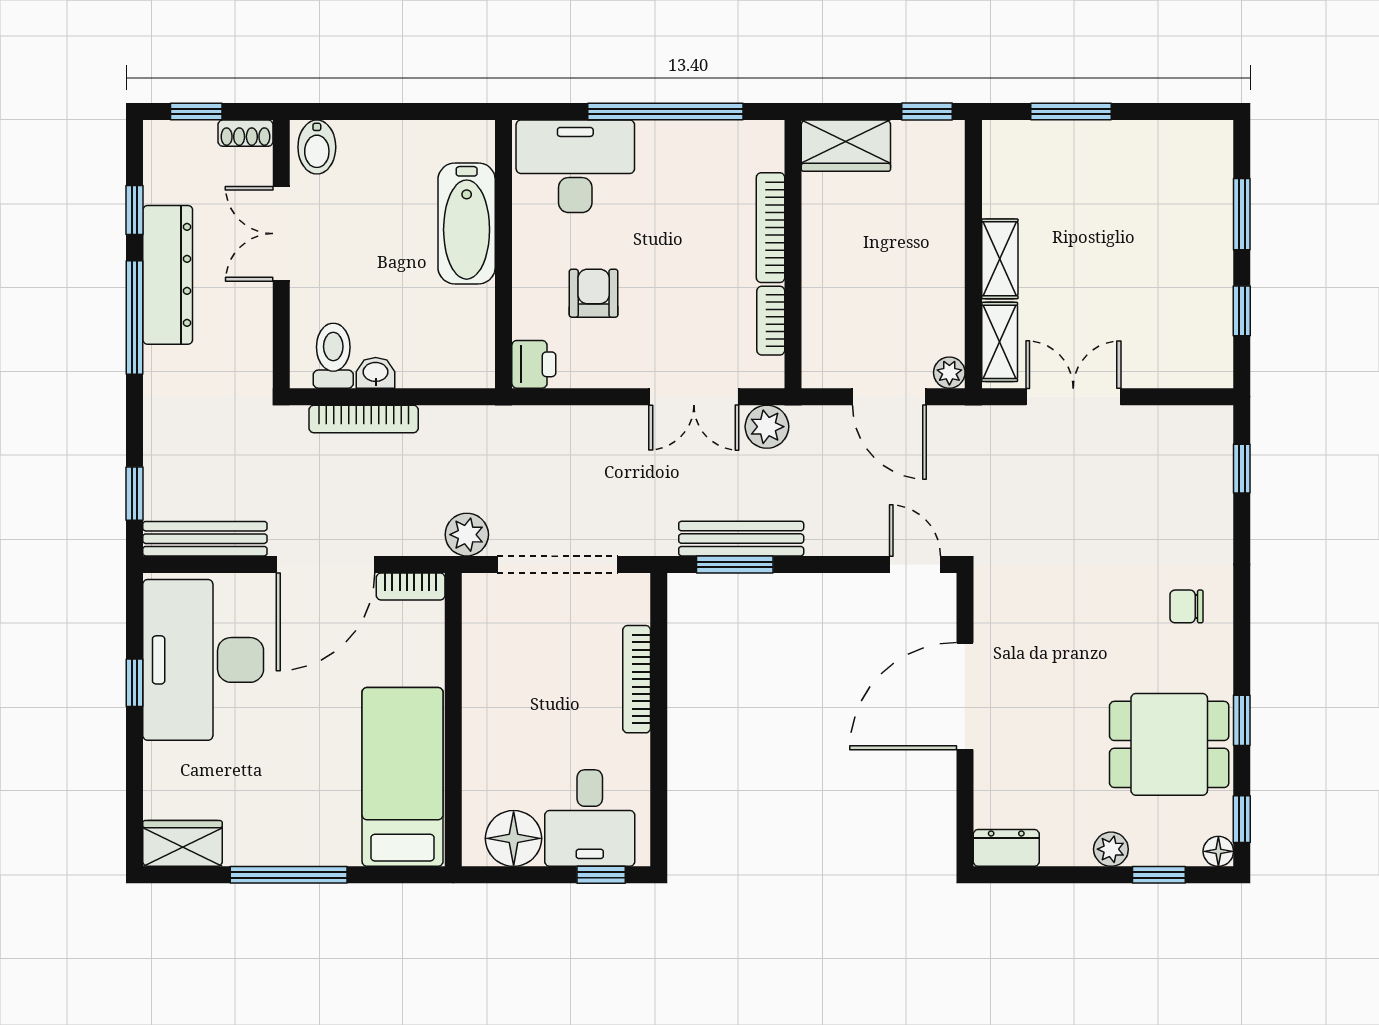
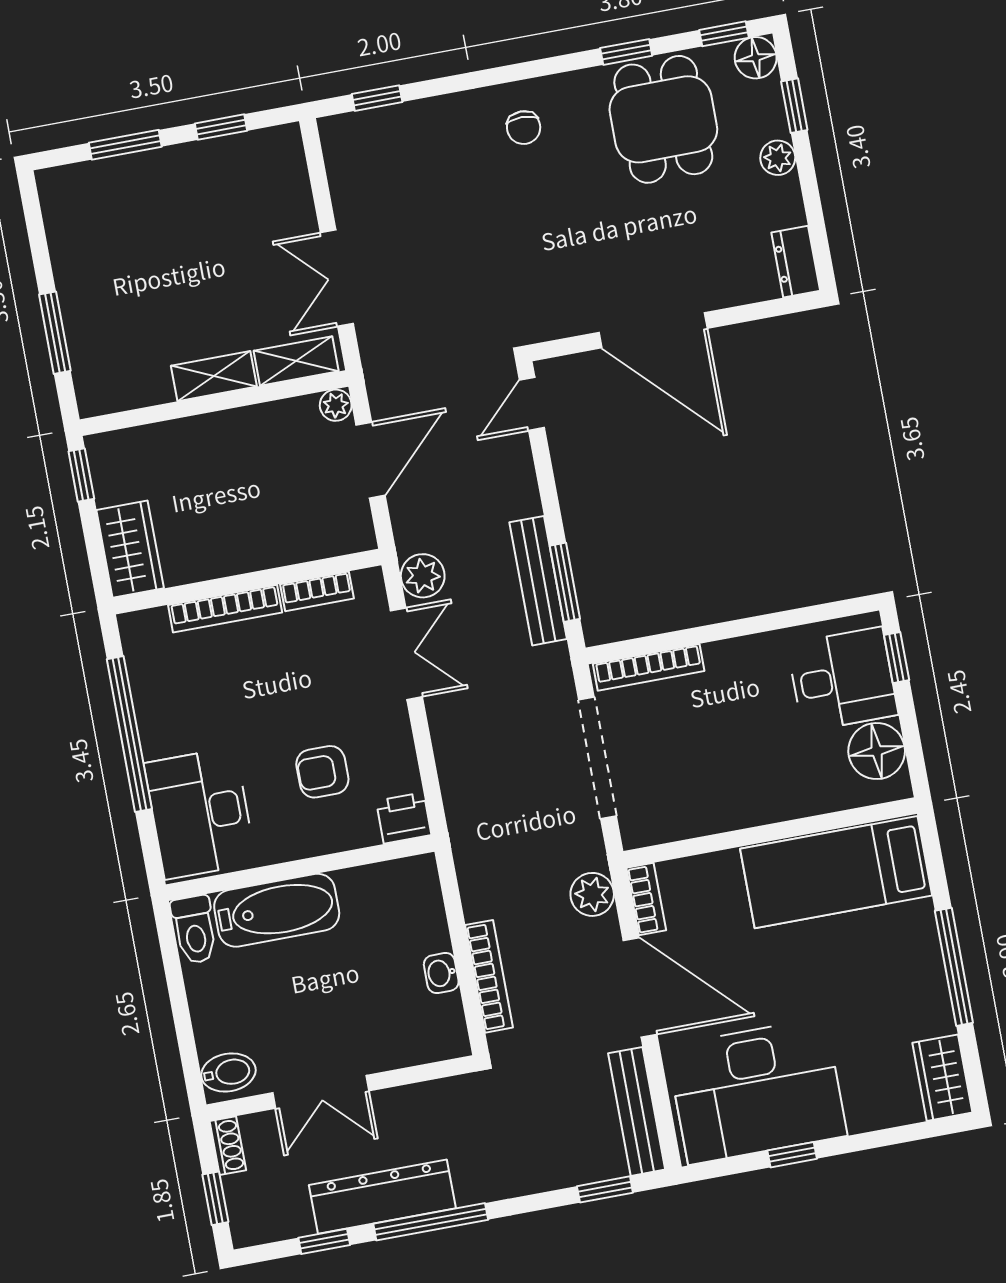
toilet: (333, 356) -> (194, 930), moved, turned -90
plant: (467, 535) -> (592, 894), moved
bookcase: (637, 679) -> (649, 667), moved
floor lamp: (1218, 851) -> (756, 58), width x1.37, depth x1.37

